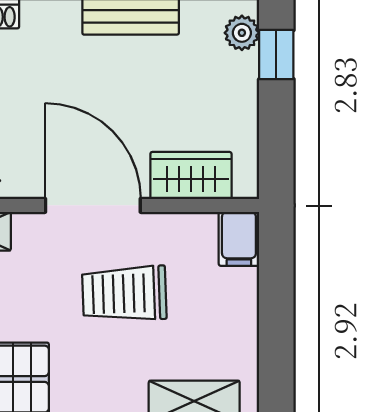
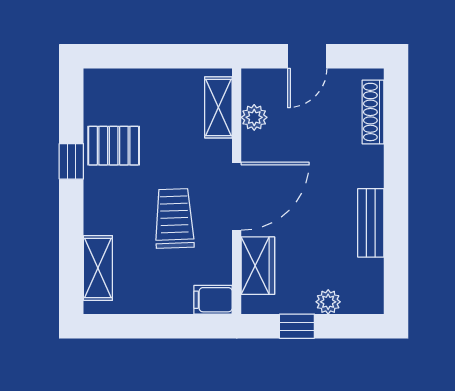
plant: (242, 33) -> (328, 302), moved
window: (276, 55) -> (297, 326), moved

